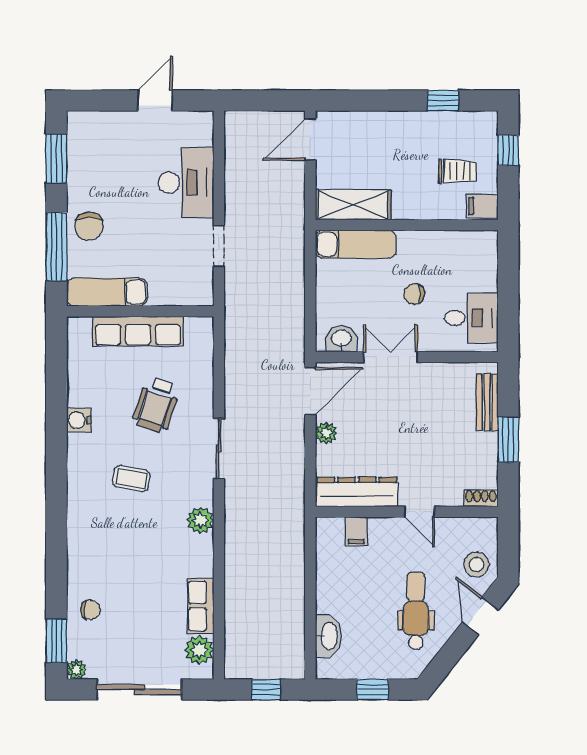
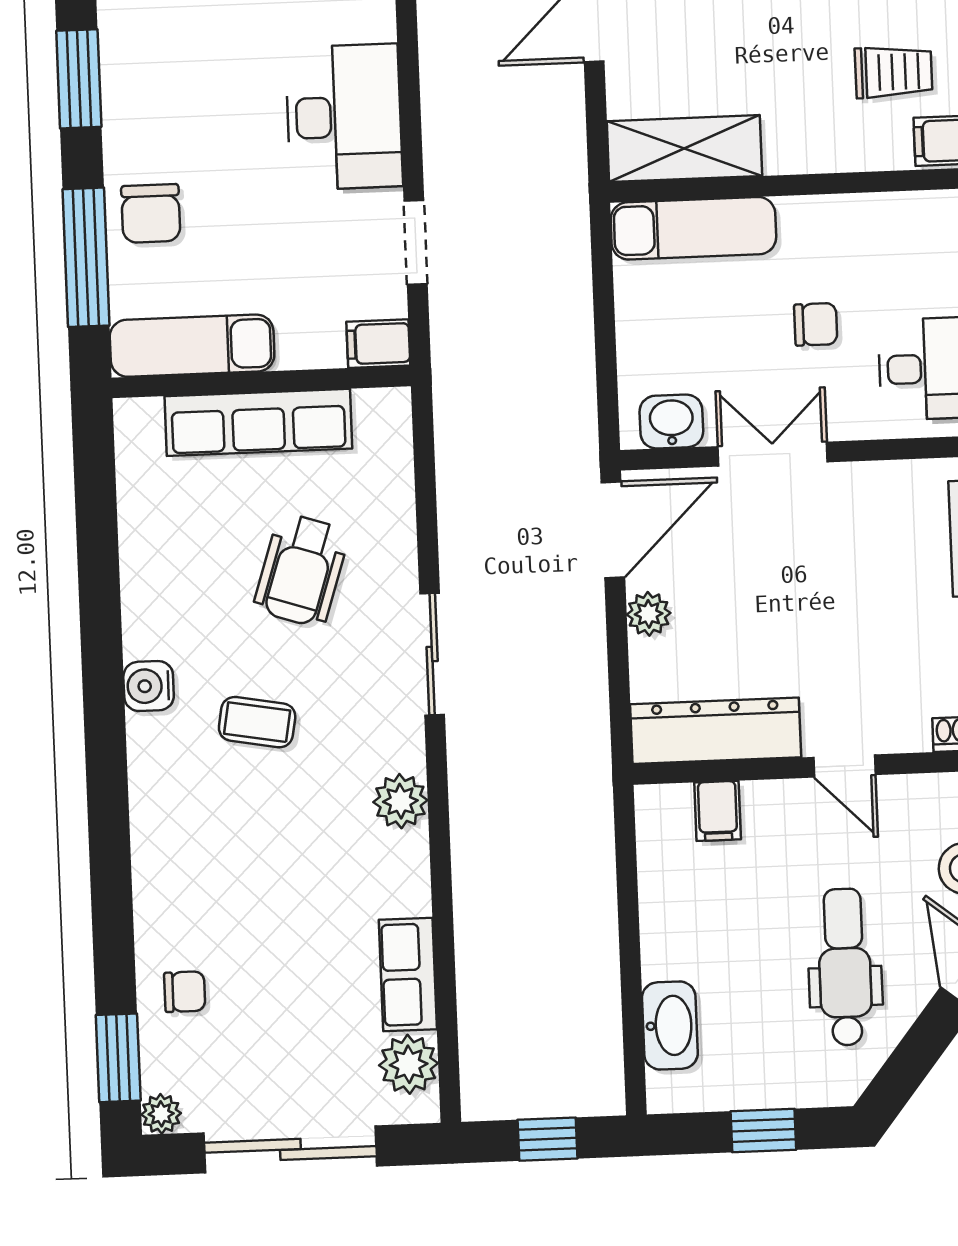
chair: (414, 294) -> (816, 324), turned 180
filing cabinet: (199, 295) -> (378, 344), added
water cooler: (79, 420) -> (149, 686), moved

